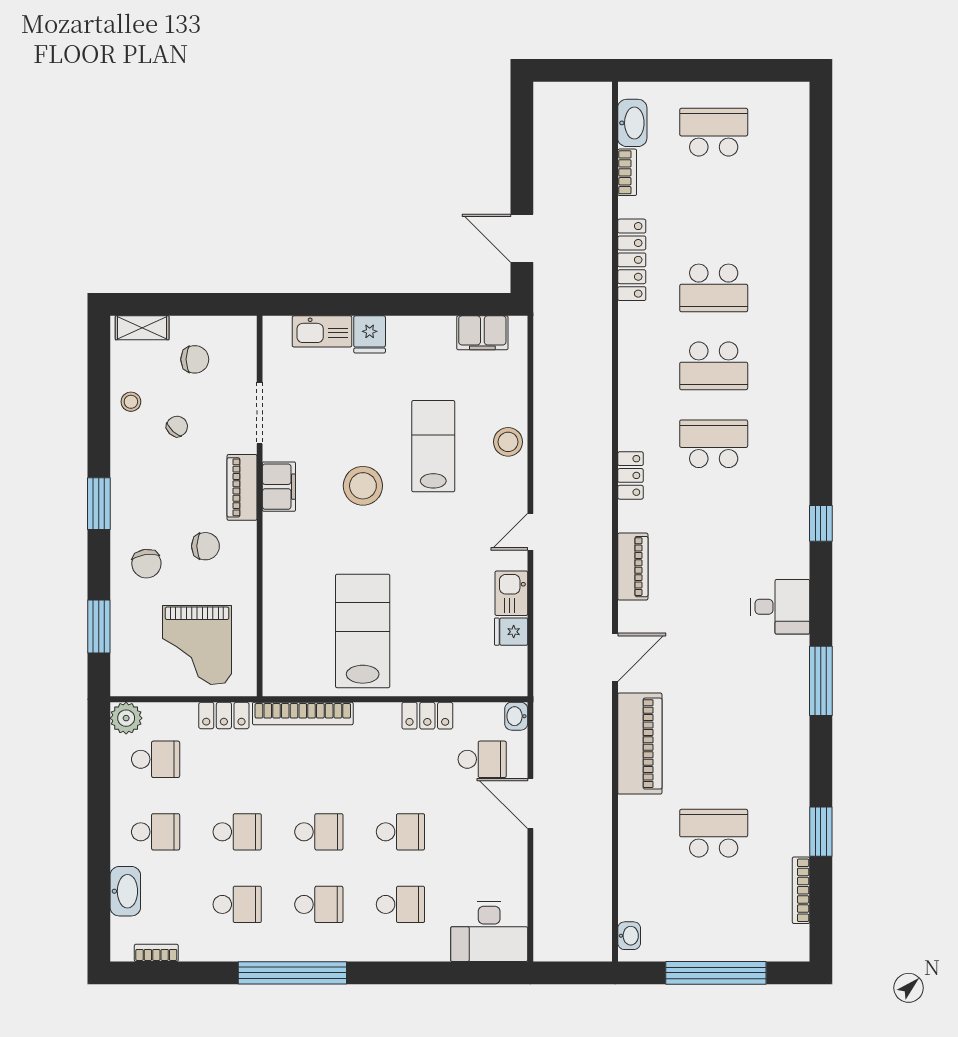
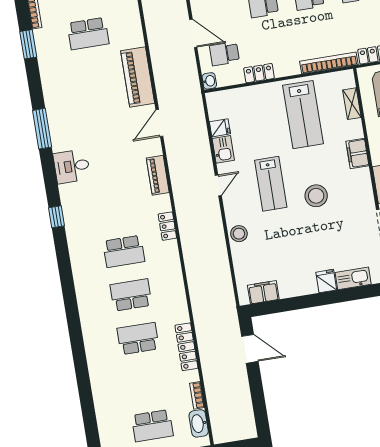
lab bench: (433, 446) -> (271, 184), moved
filing cabinet: (279, 487) -> (357, 153), moved
shelving: (274, 636) -> (352, 104), added

